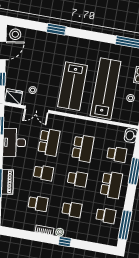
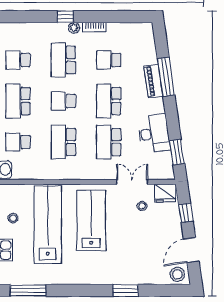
lab bench: (106, 89) -> (48, 225), turned 180
school desk: (43, 173) -> (109, 101), width x1.85
school desk: (72, 210) -> (63, 60), width x1.85

